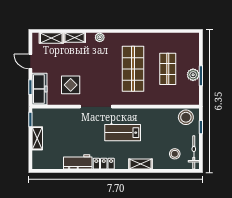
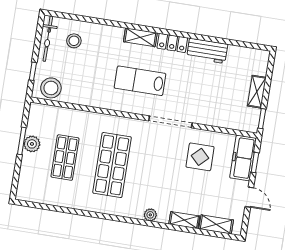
lab bench: (123, 133) -> (140, 81), turned 180
shelving: (140, 164) -> (140, 37), moved

